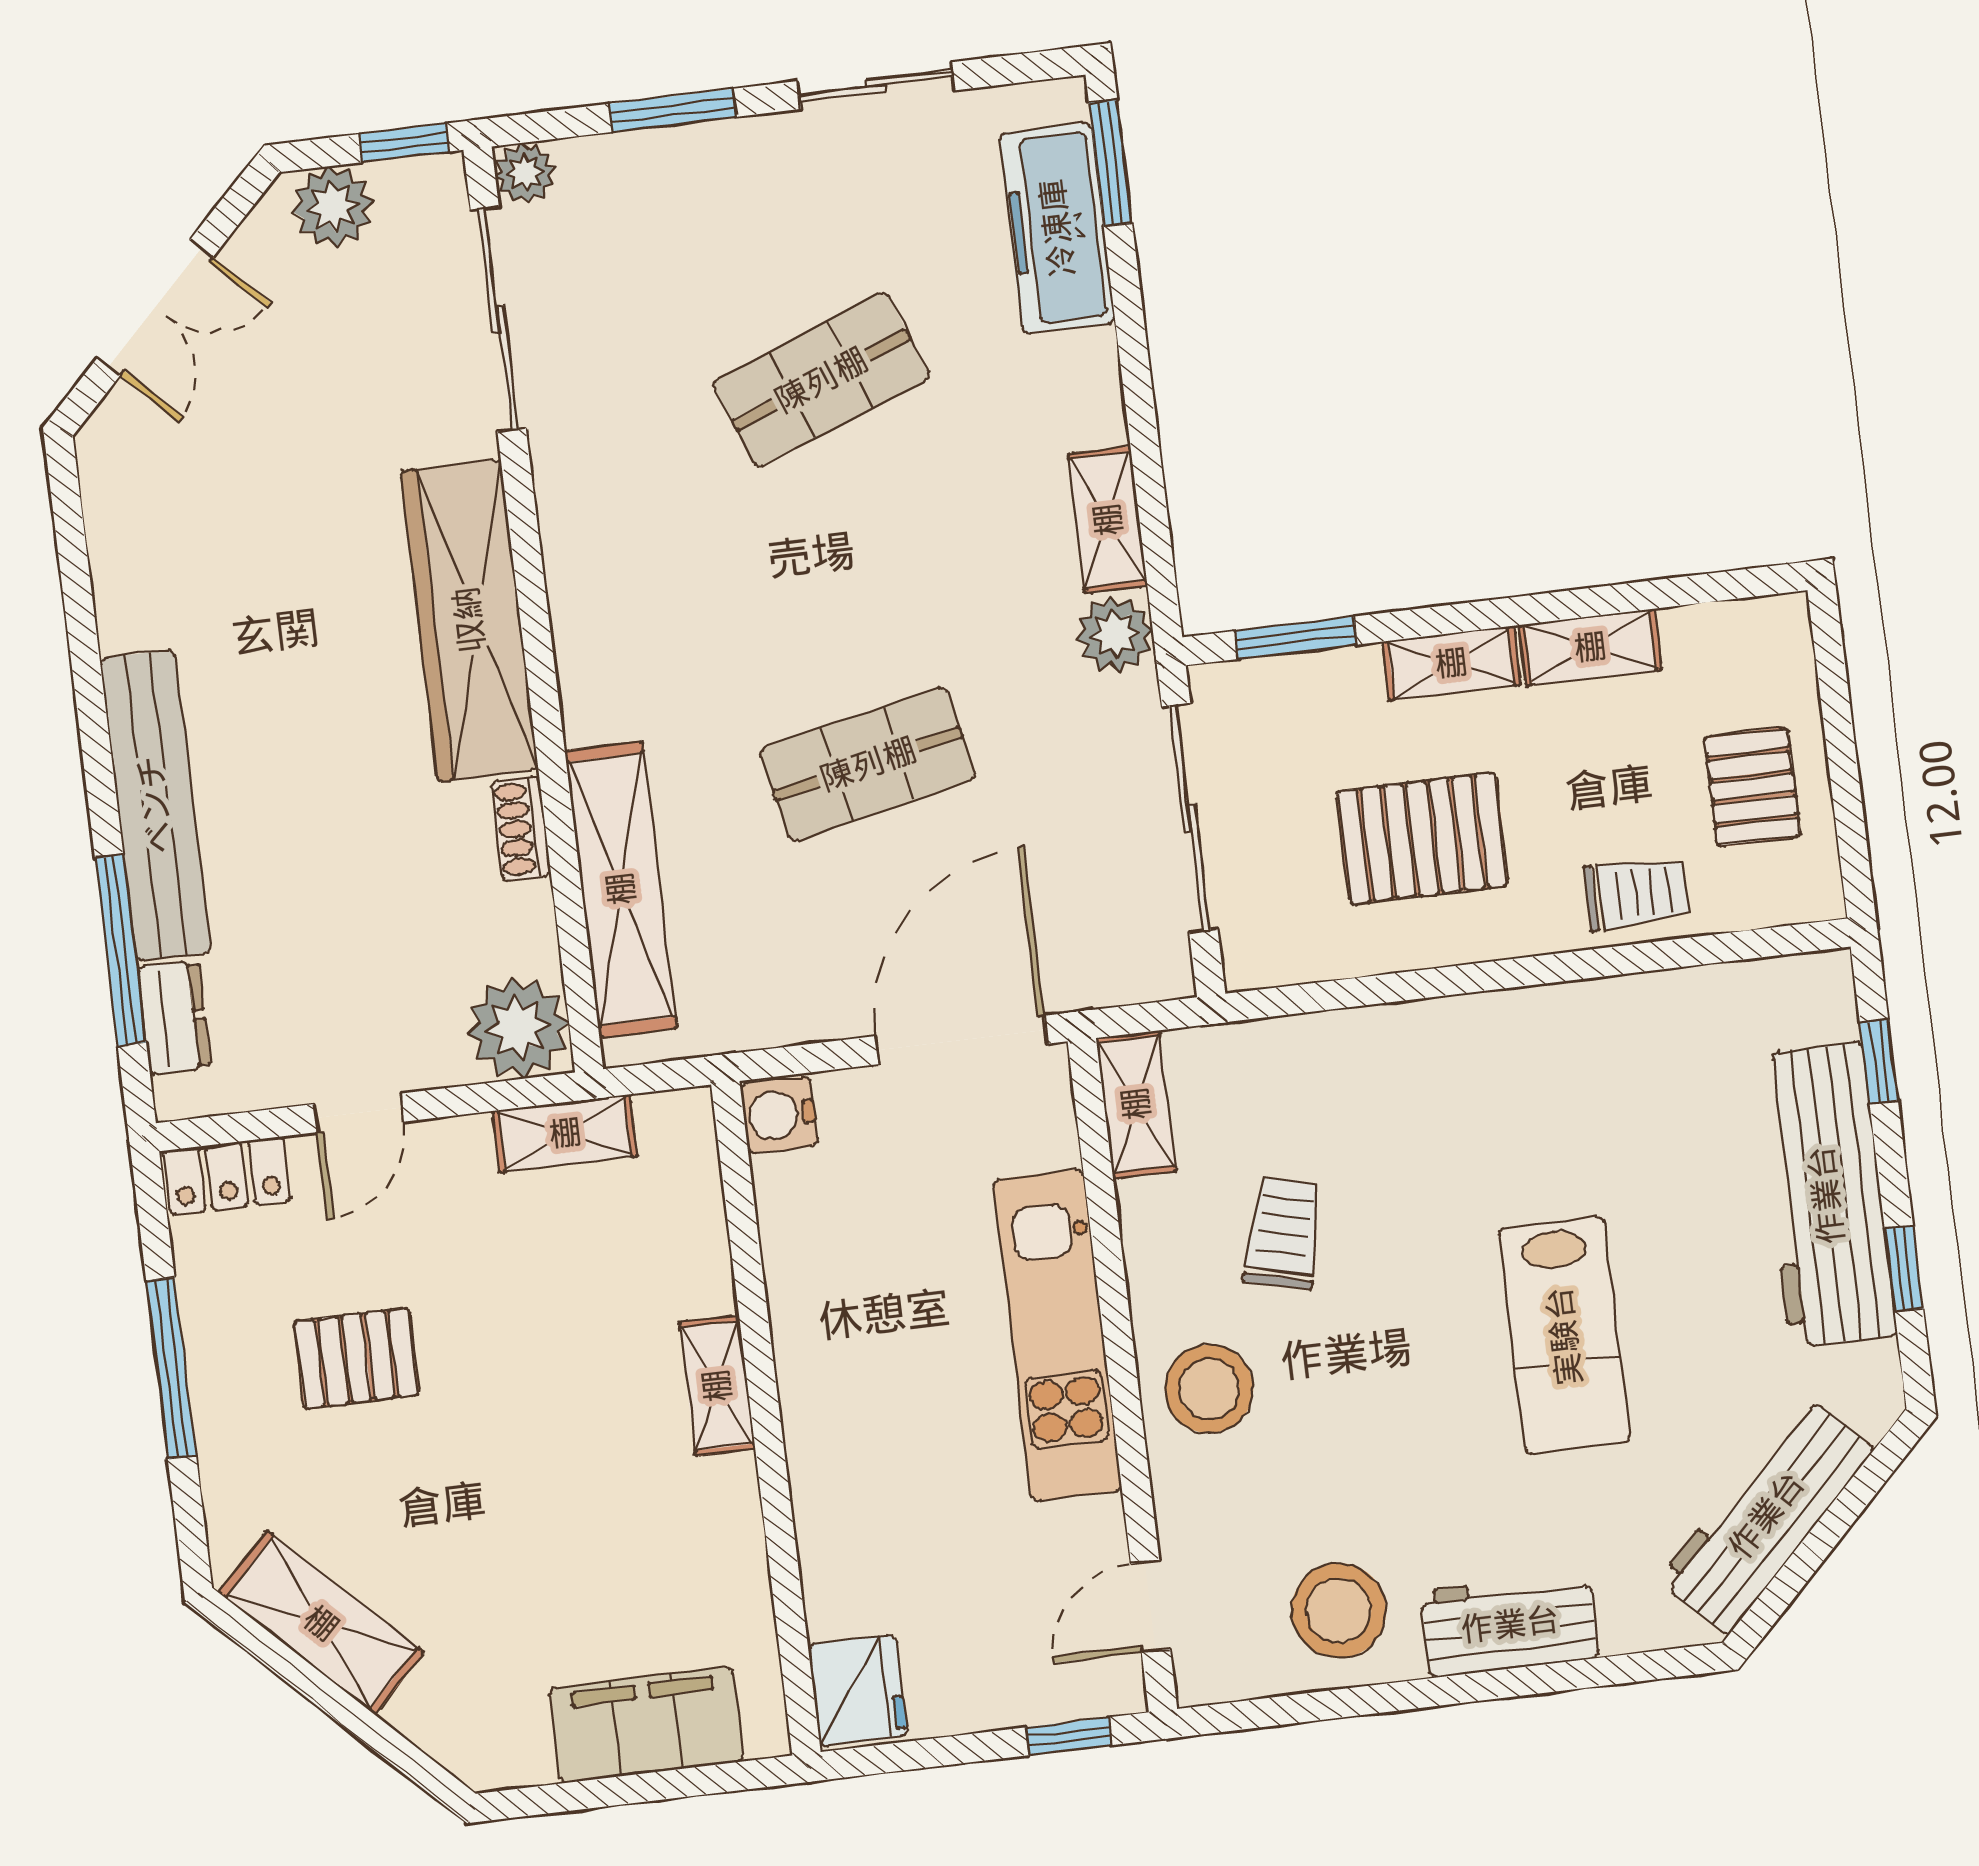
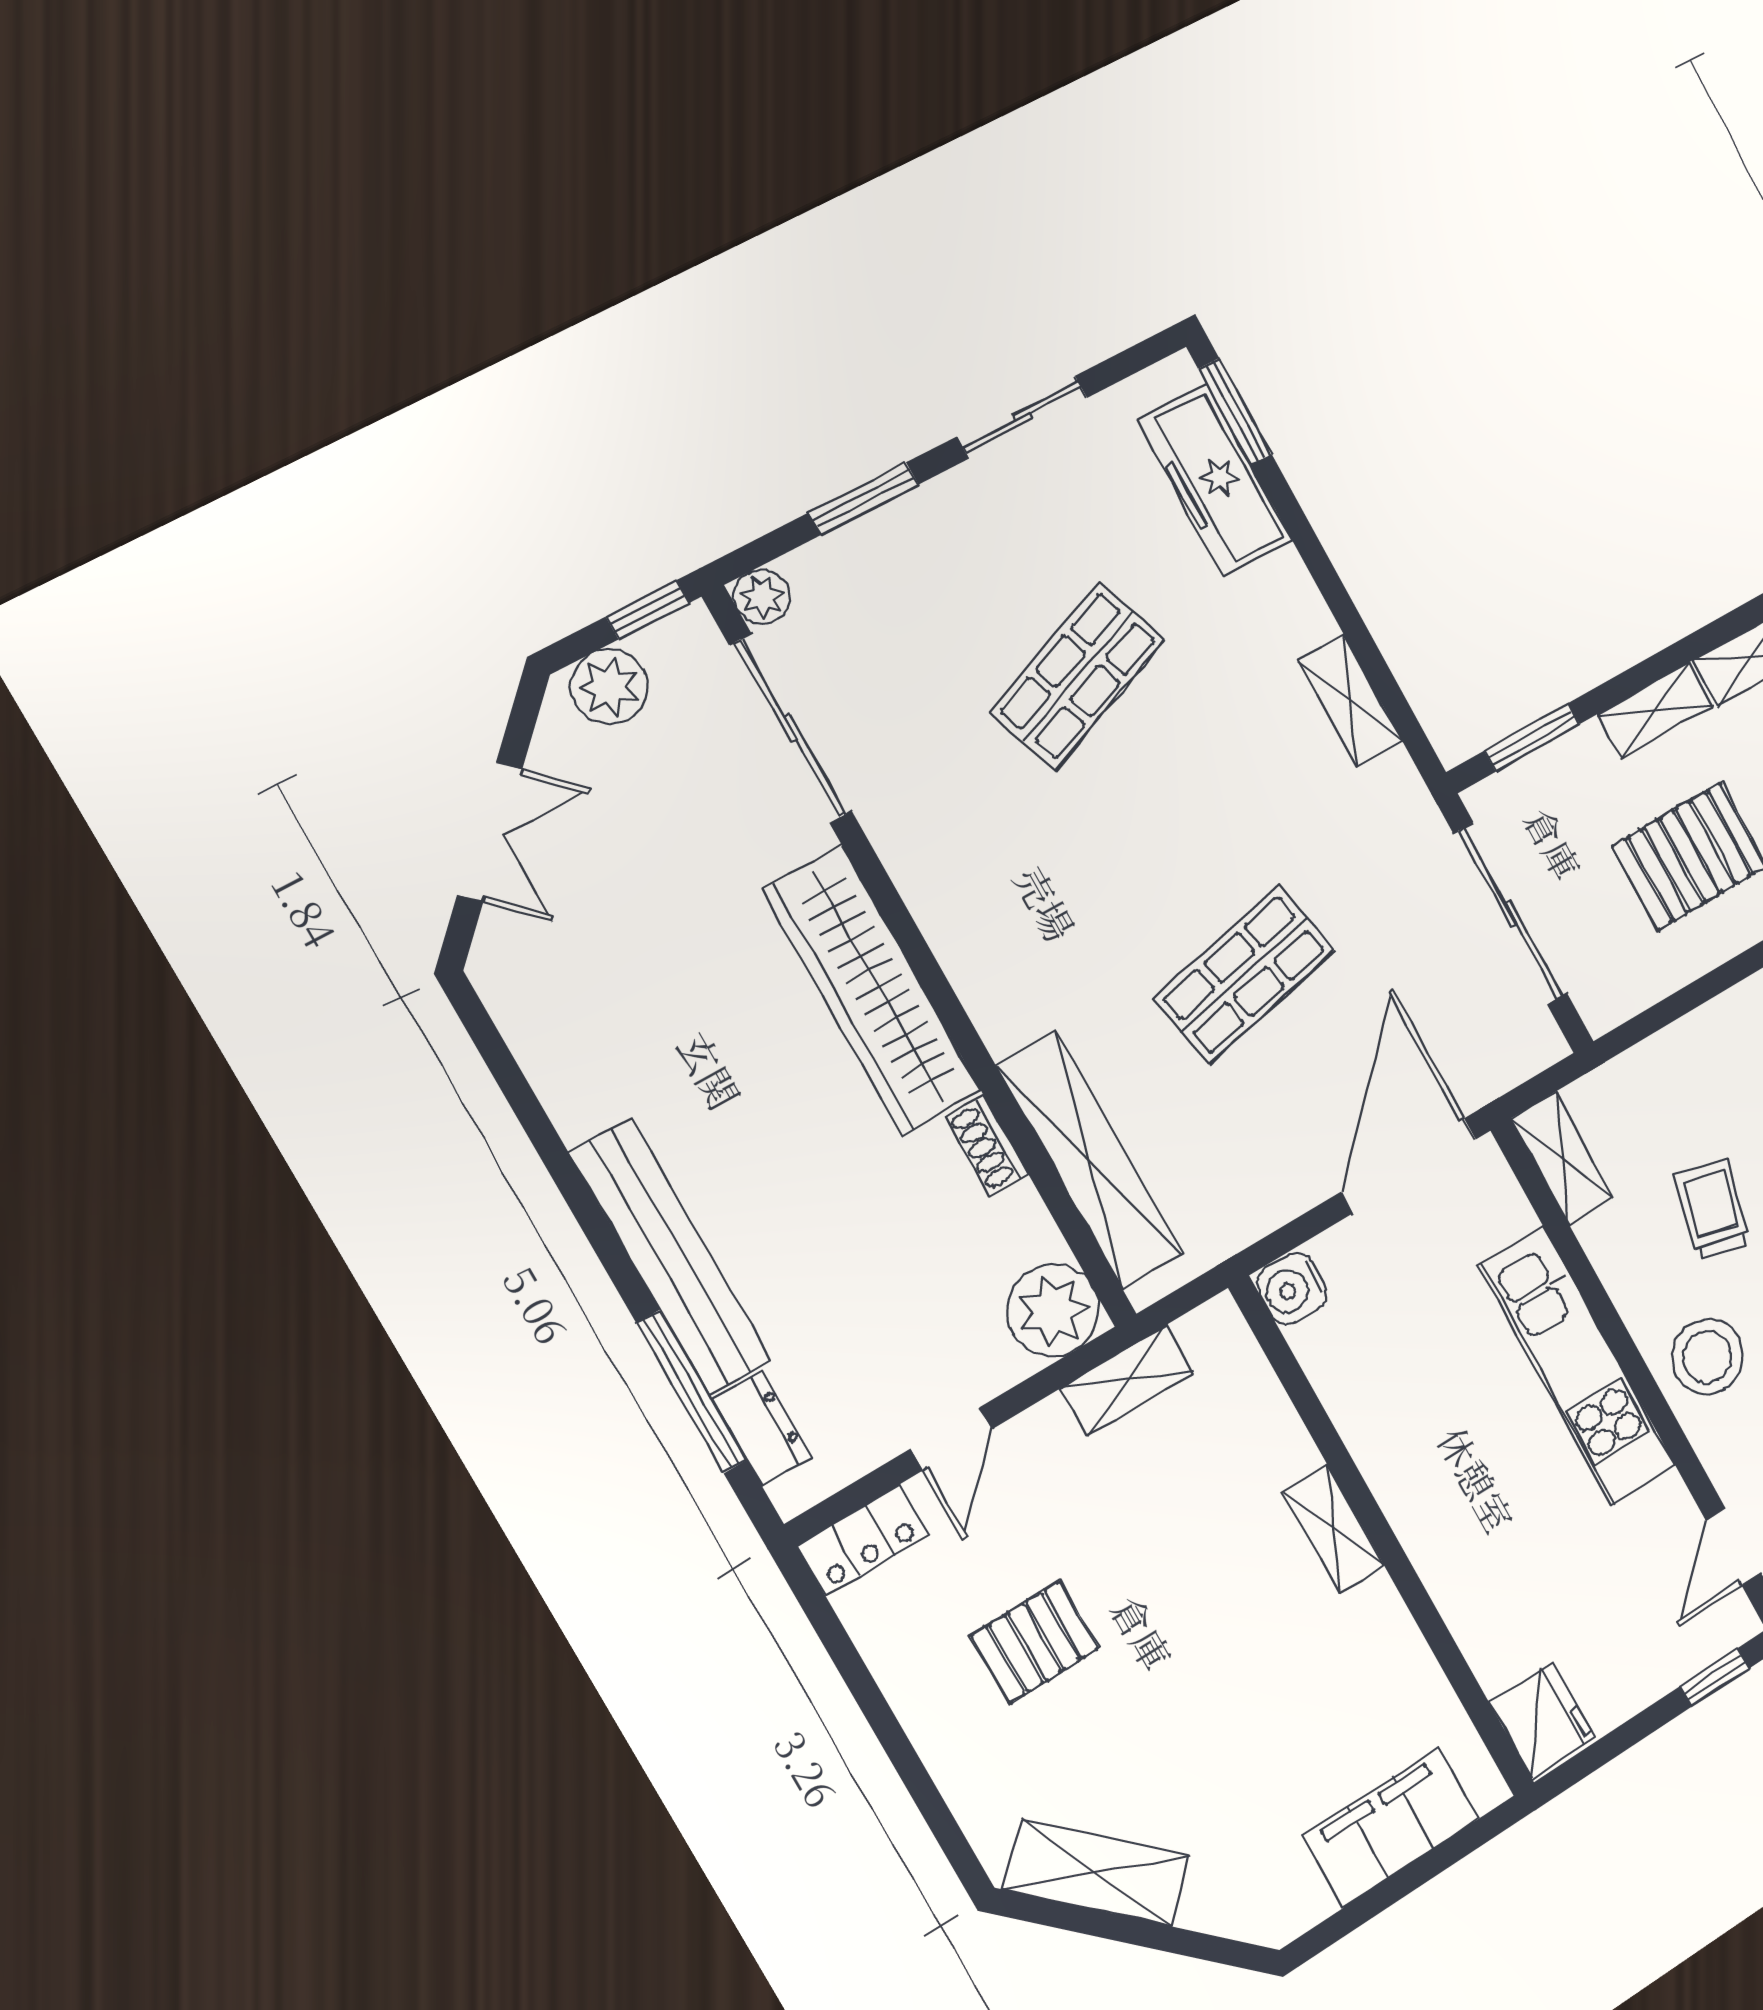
plant: (1115, 634) -> (1393, 791), removed
window: (171, 1368) -> (884, 1722), removed

